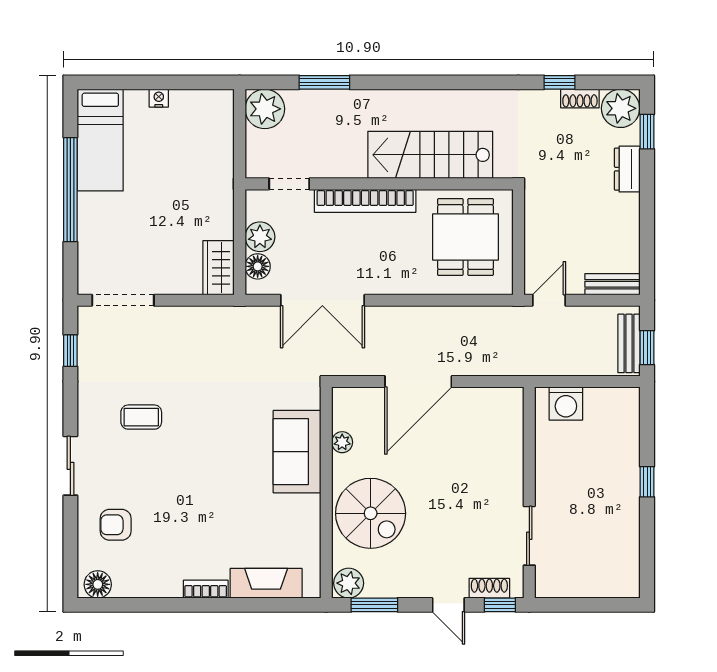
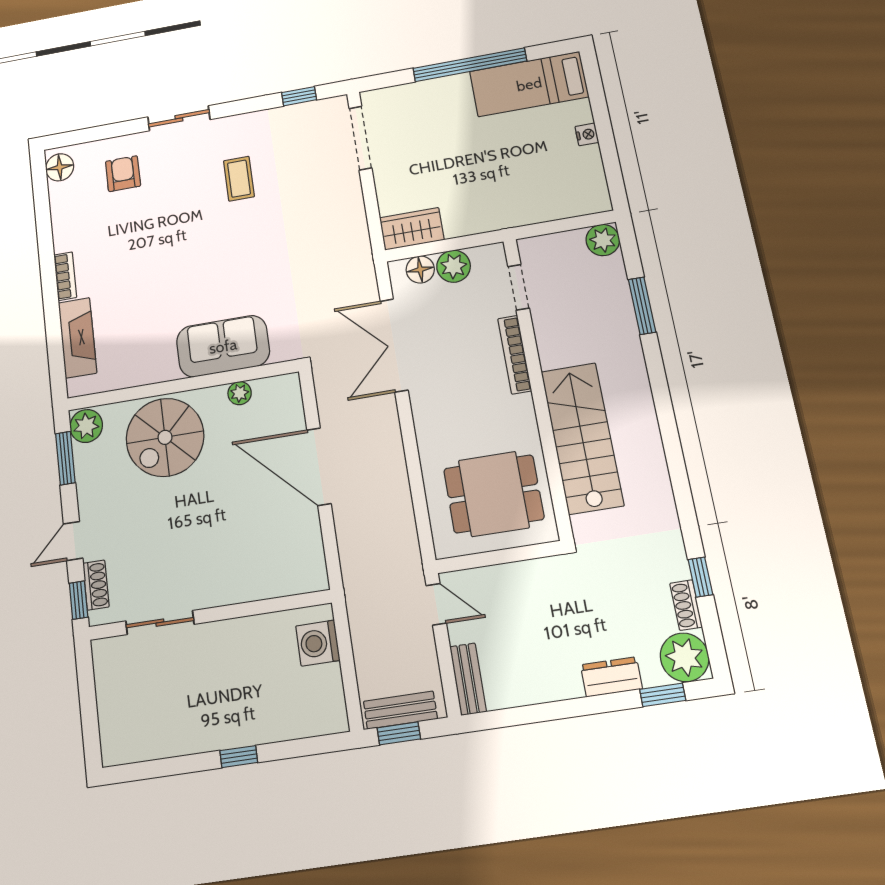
plant: (265, 109) -> (603, 240), width x0.73, depth x0.73
bookcase: (365, 201) -> (515, 355), width x0.68, depth x0.76

